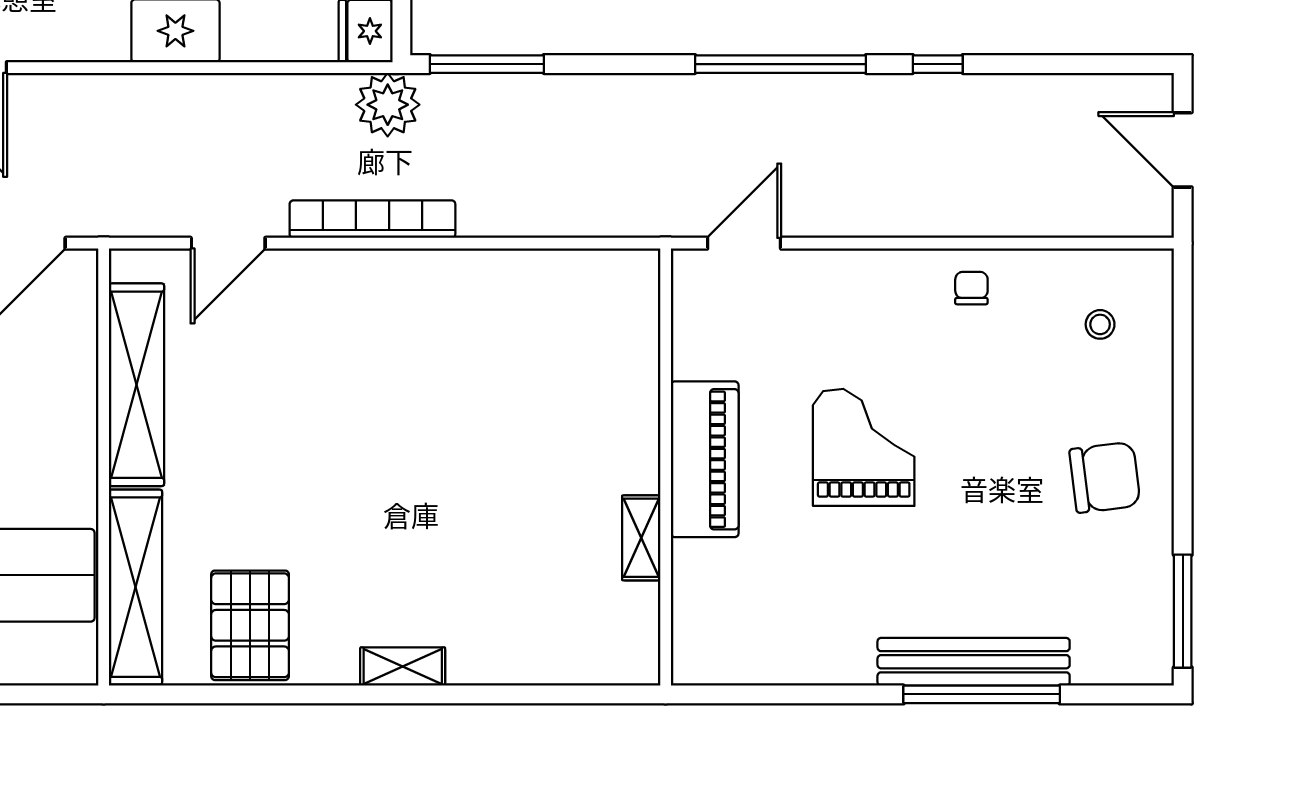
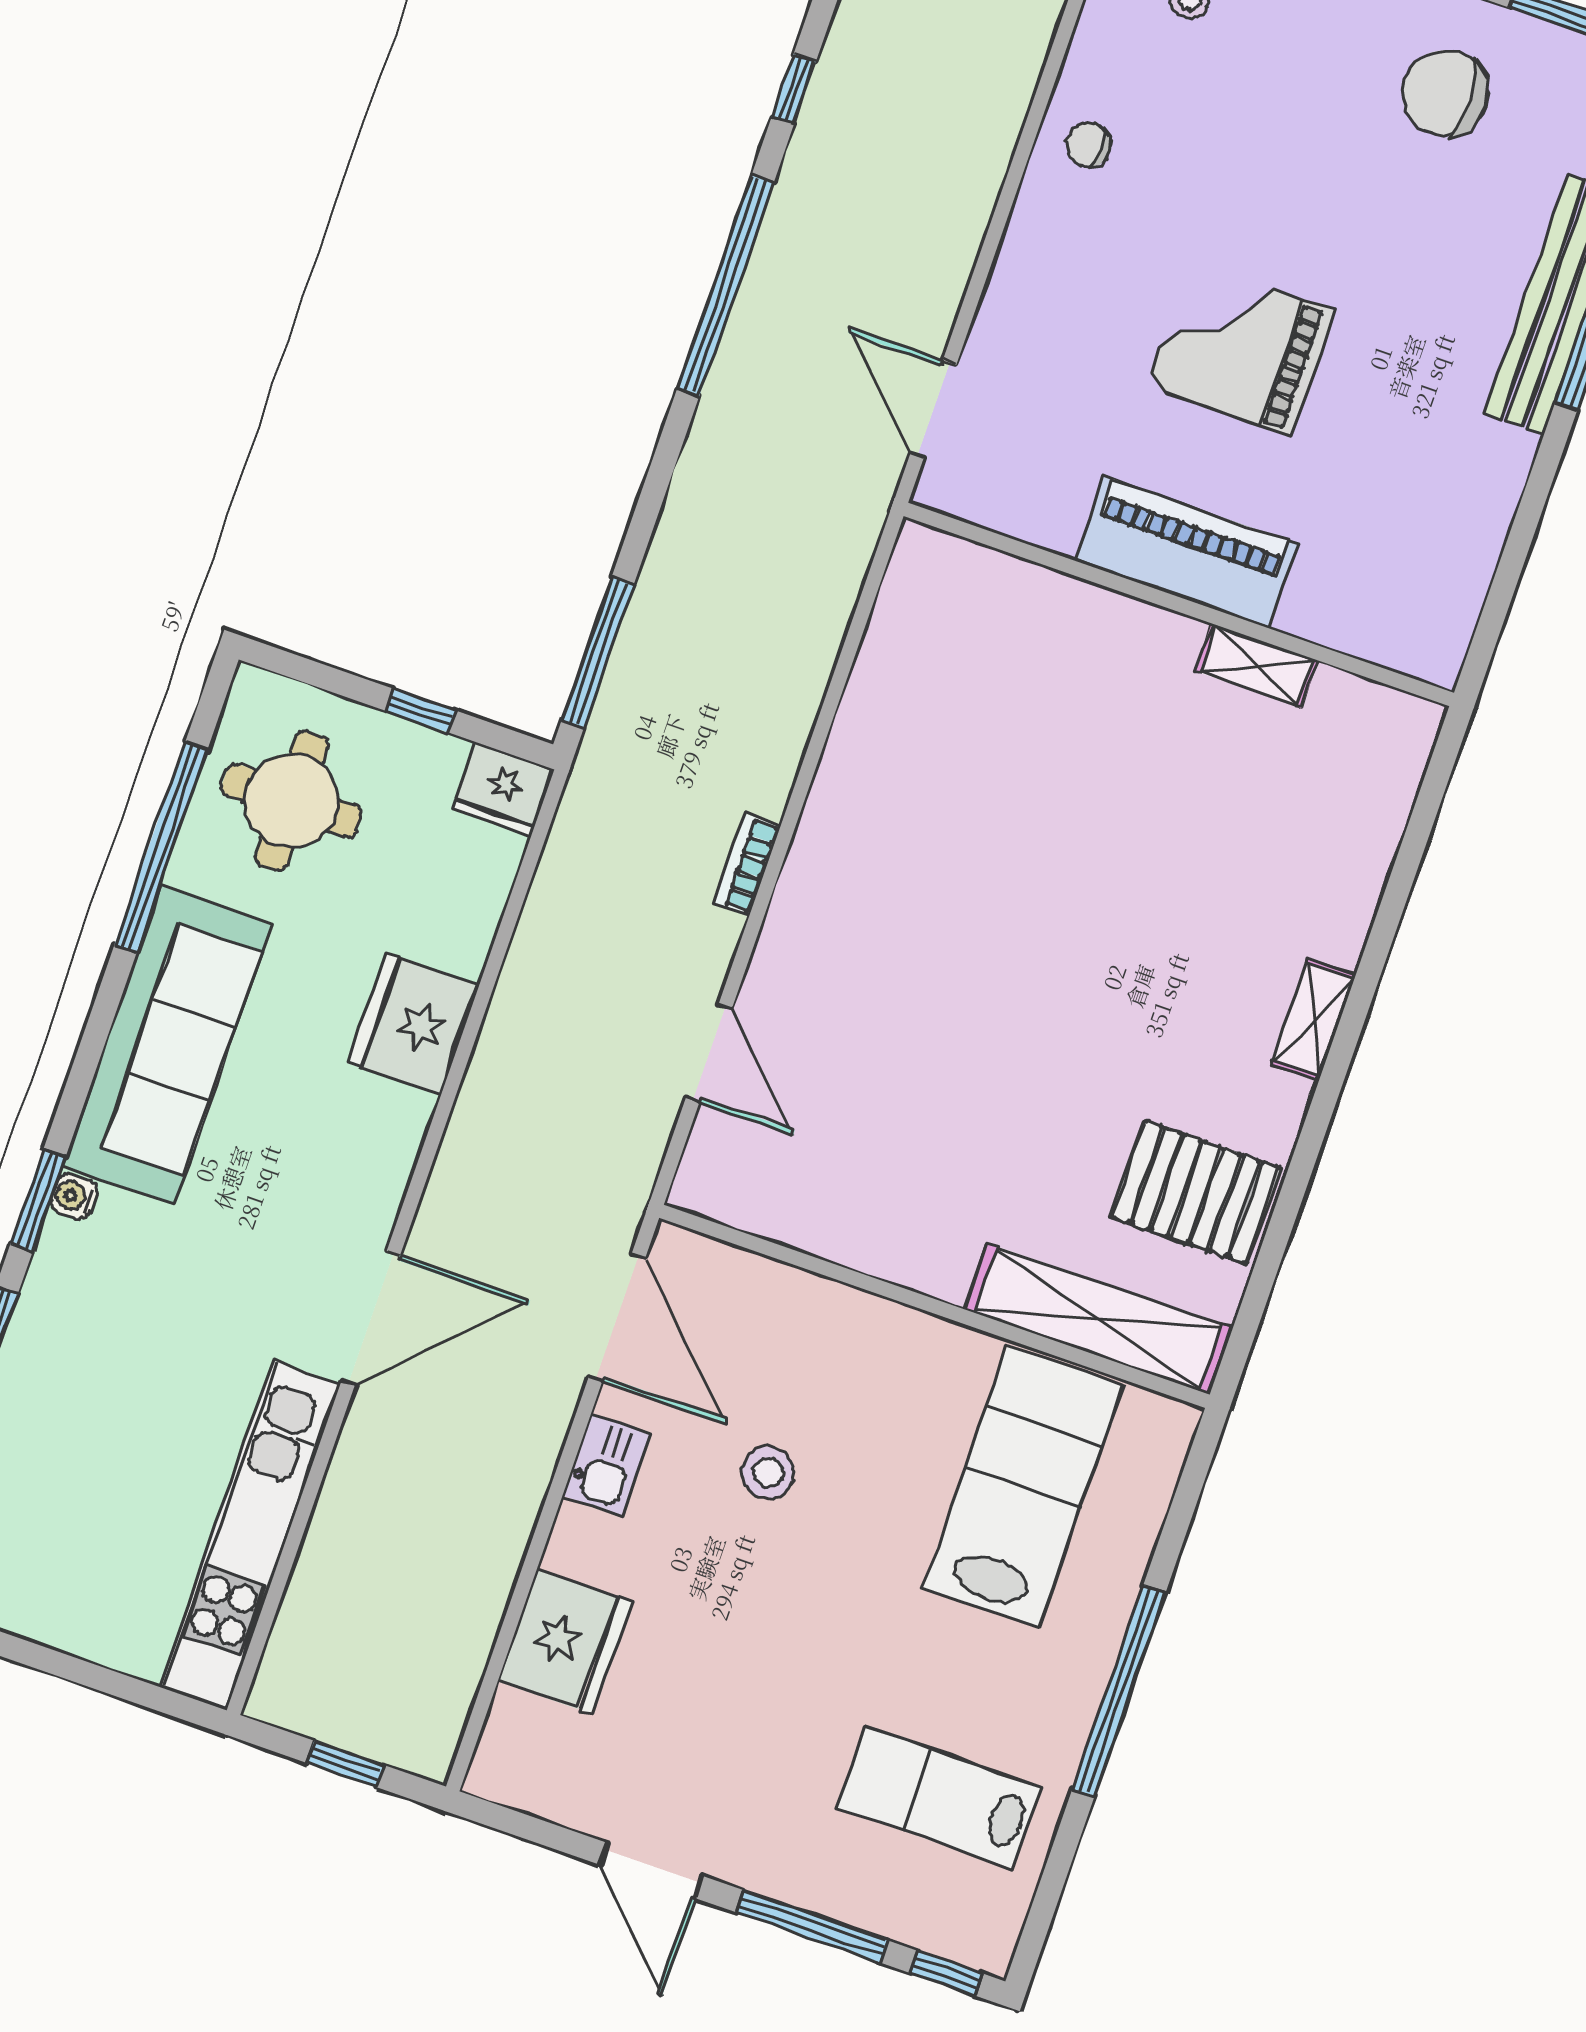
plant: (388, 105) -> (605, 794), removed
bookcase: (372, 219) -> (747, 865), width x0.43, depth x0.76
shelving: (137, 385) -> (846, 1229), removed
chair: (1105, 477) -> (1445, 93), moved, turned -83

